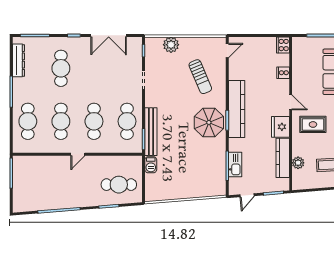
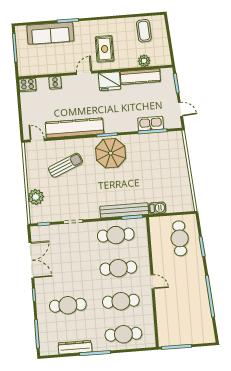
dresser: (19, 60) -> (75, 347), moved
kitchen counter: (237, 109) -> (75, 128), moved

